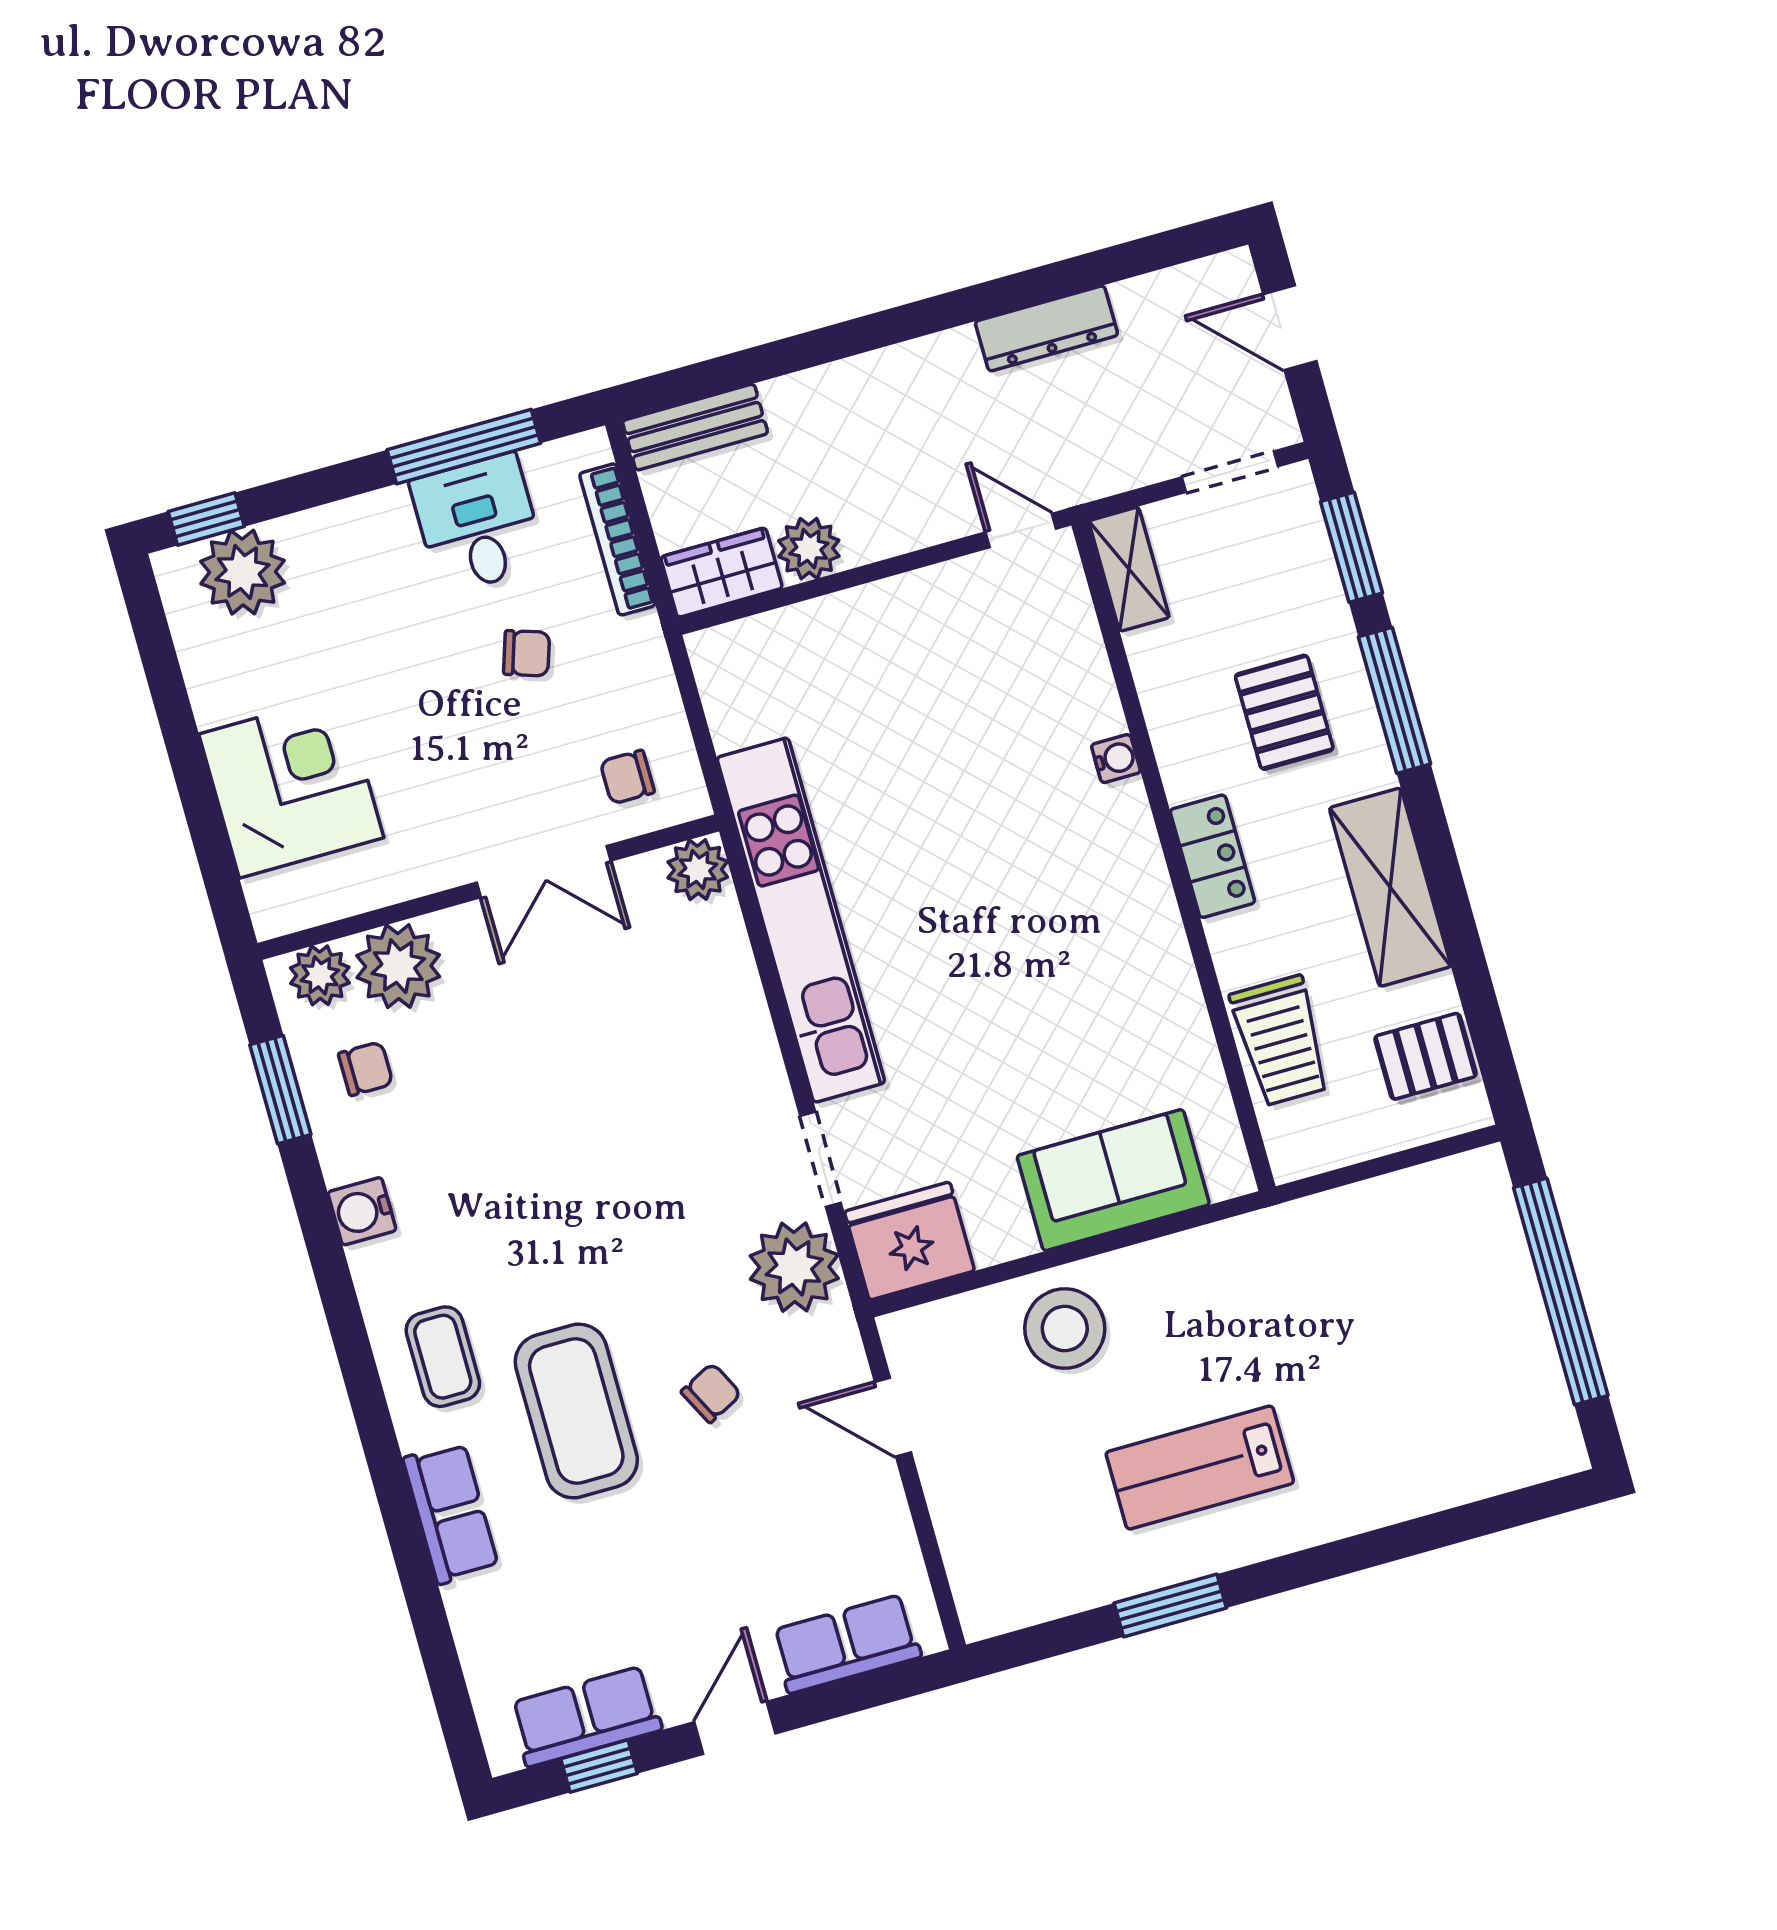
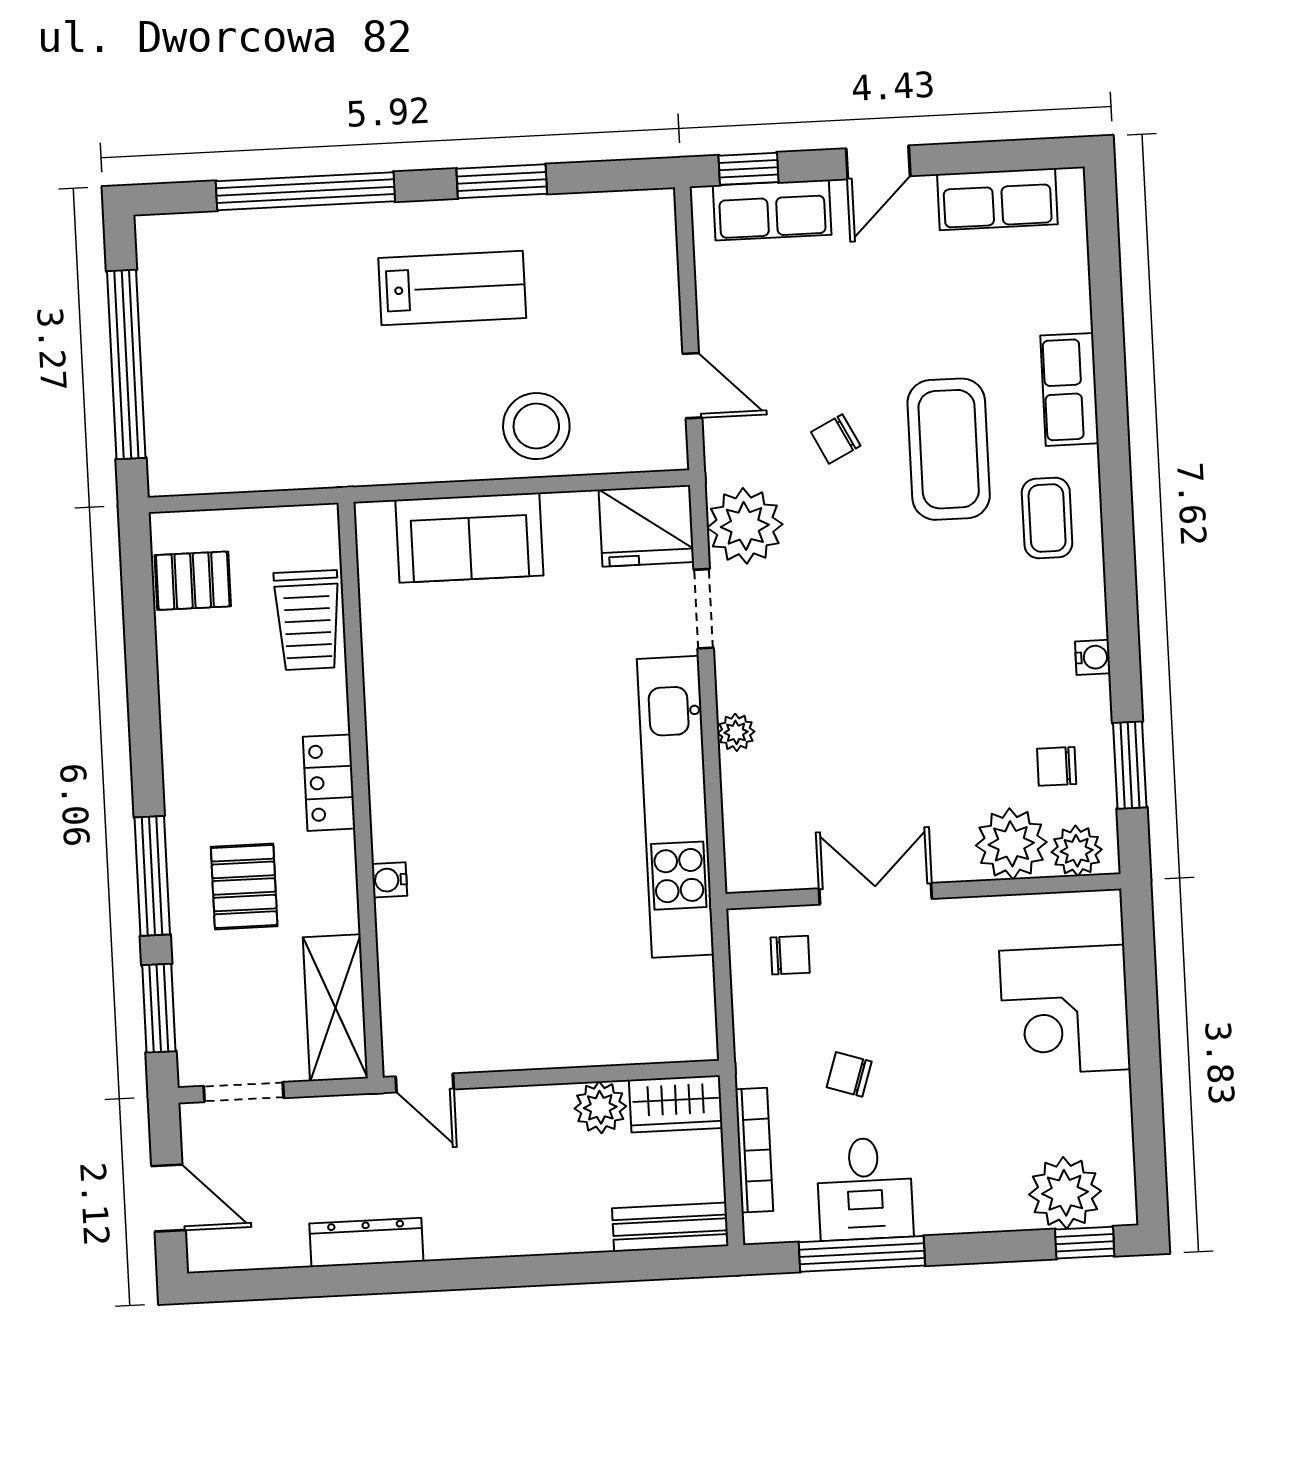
shelving: (1129, 569) -> (335, 1008), width x1.50, depth x1.33
plant: (698, 870) -> (736, 732), moved, width x0.73, depth x0.73
shelving: (1390, 887) -> (190, 725), removed
trolley: (1281, 1041) -> (308, 620), turned 180
water cooler: (362, 1211) -> (1093, 657), width x0.72, depth x0.72
window: (1397, 1542) -> (305, 191), added
window: (599, 1766) -> (748, 169), moved

